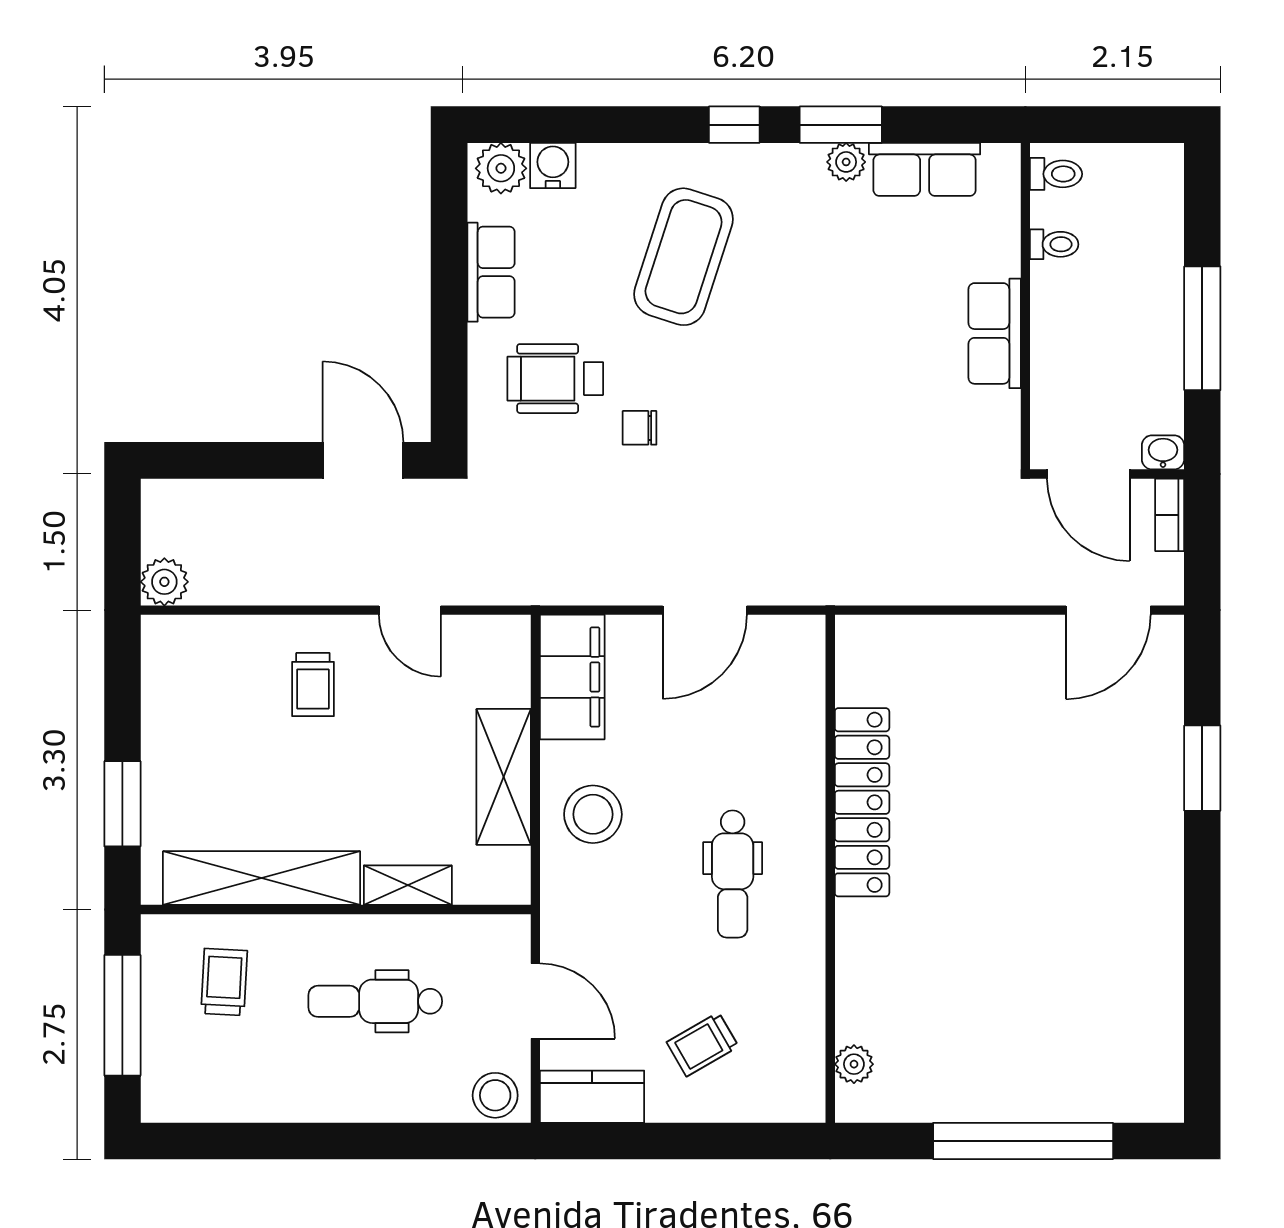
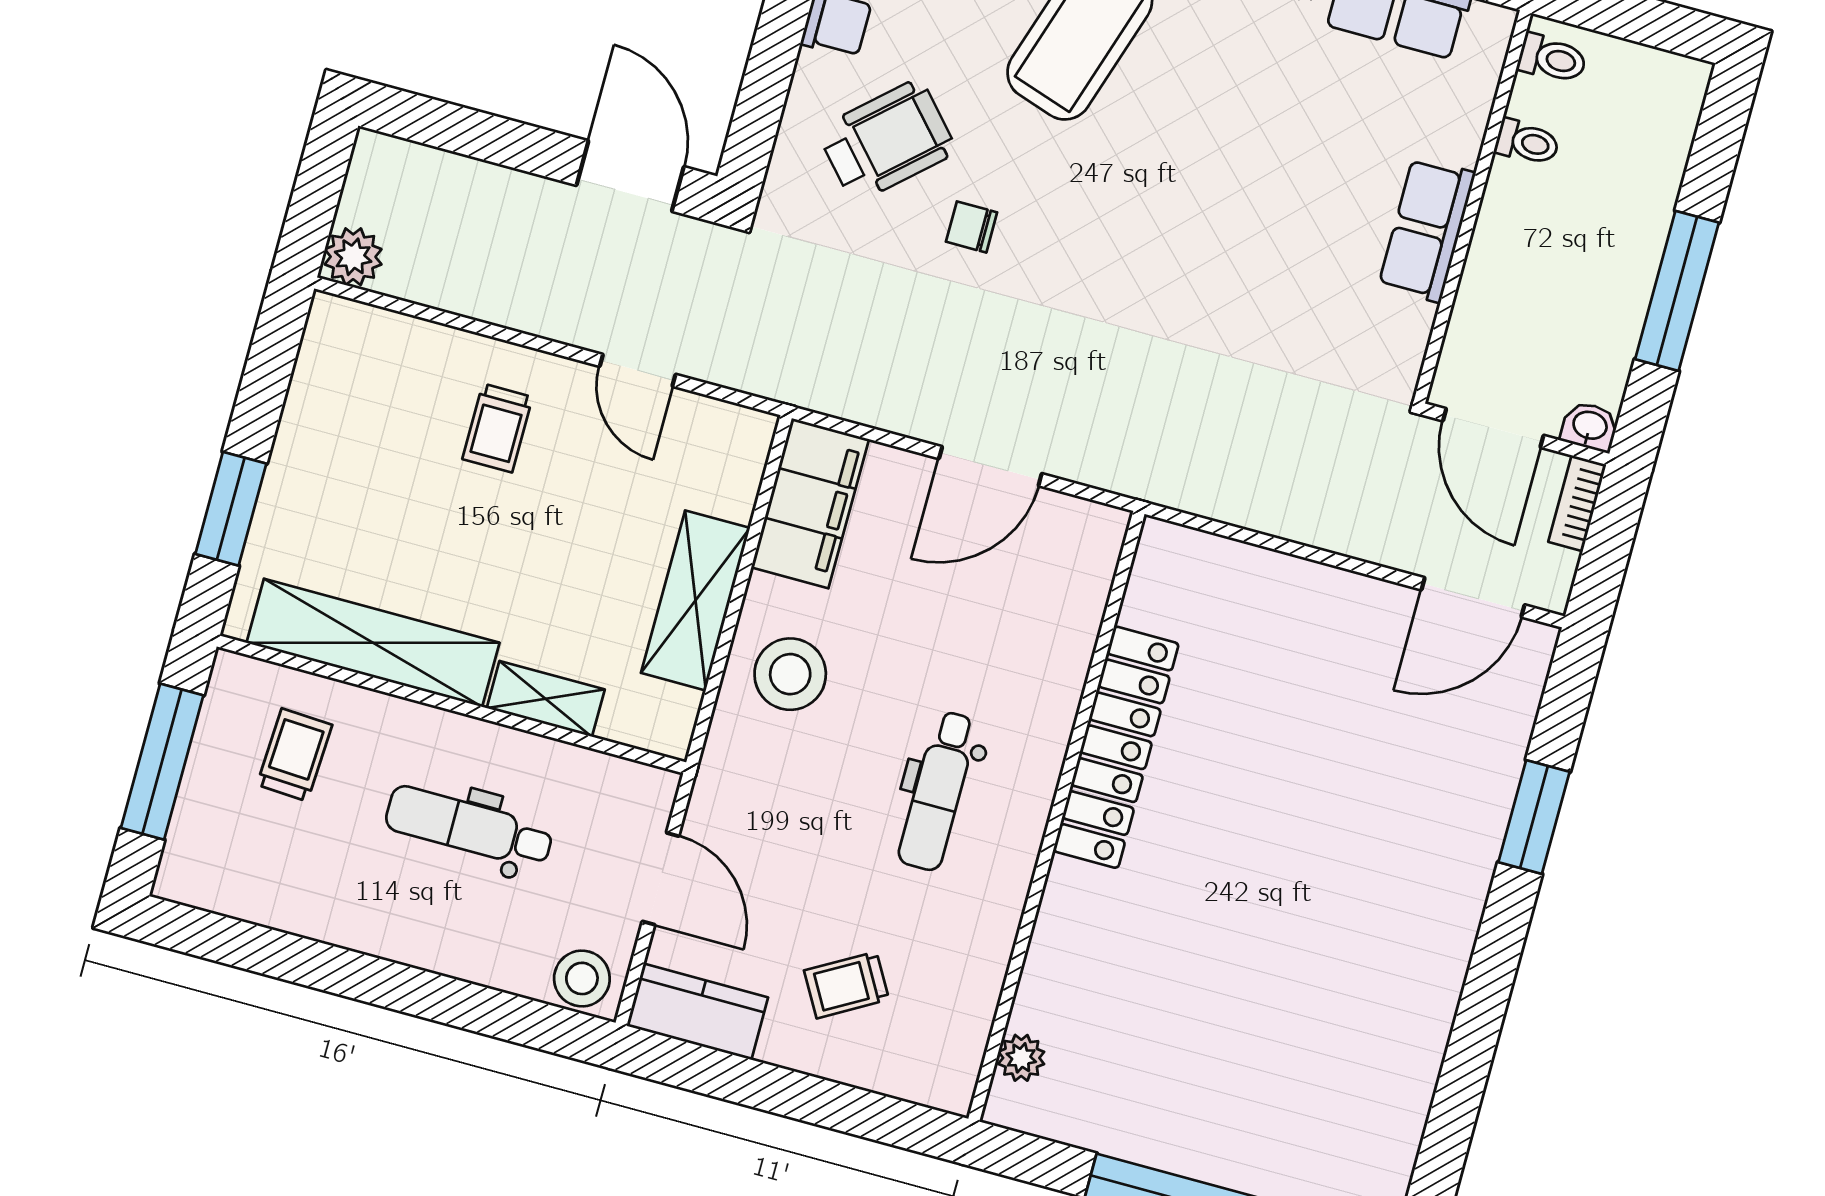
wheelchair: (555, 379) -> (887, 141), turned 138

